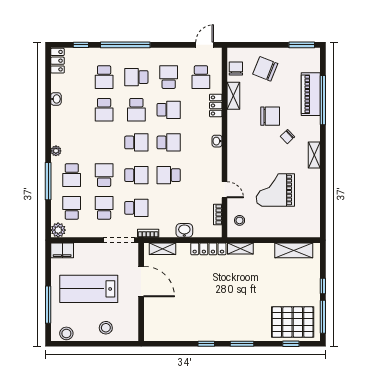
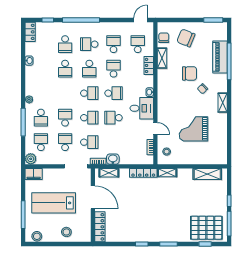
school desk: (201, 77) -> (138, 44), turned 180
school desk: (169, 110) -> (113, 69), turned -90
desk: (206, 163) -> (142, 108), added
washbasin: (184, 230) -> (113, 159), moved
locker: (150, 321) -> (100, 227), added

